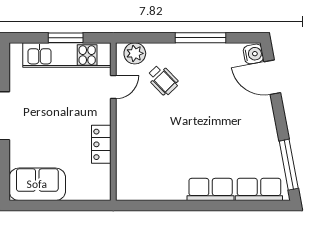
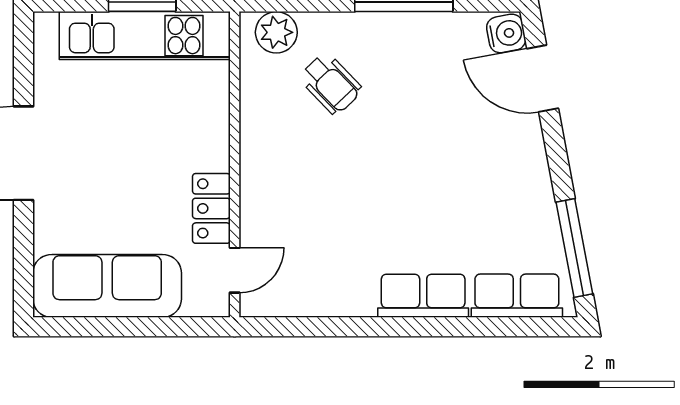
door: (113, 87) -> (235, 270), moved
sofa: (37, 184) -> (107, 286), width x1.36

